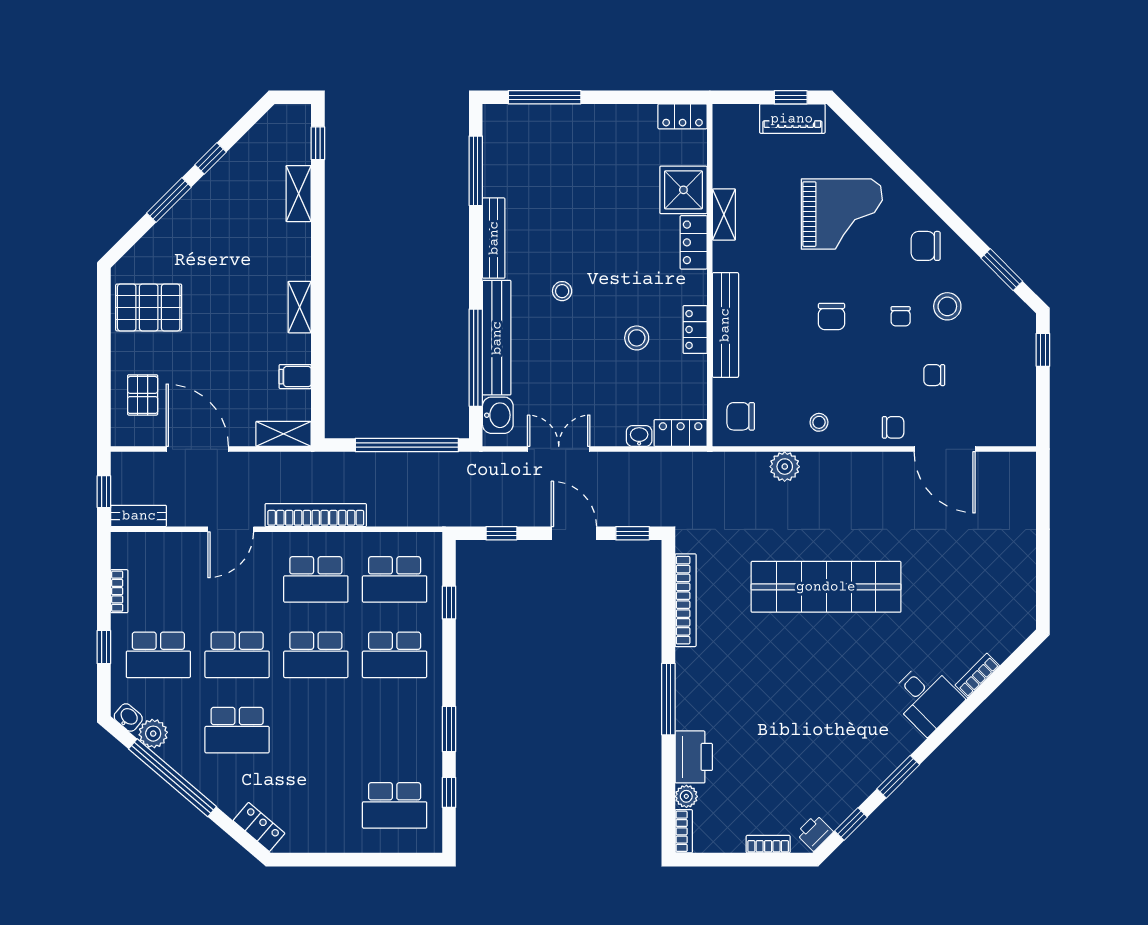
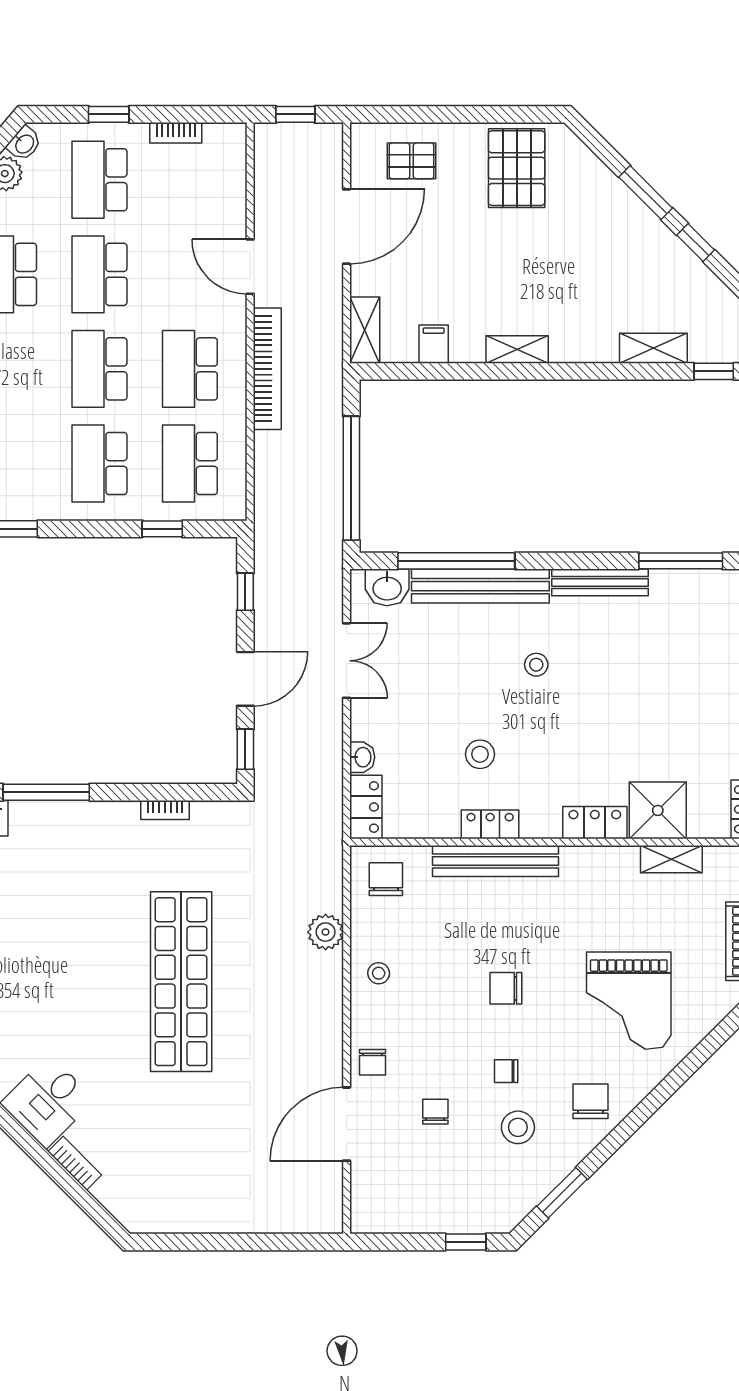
shelving: (724, 215) -> (671, 859), moved
bench: (139, 516) -> (266, 156), removed
bookcase: (686, 600) -> (165, 810), width x0.43, depth x0.76

